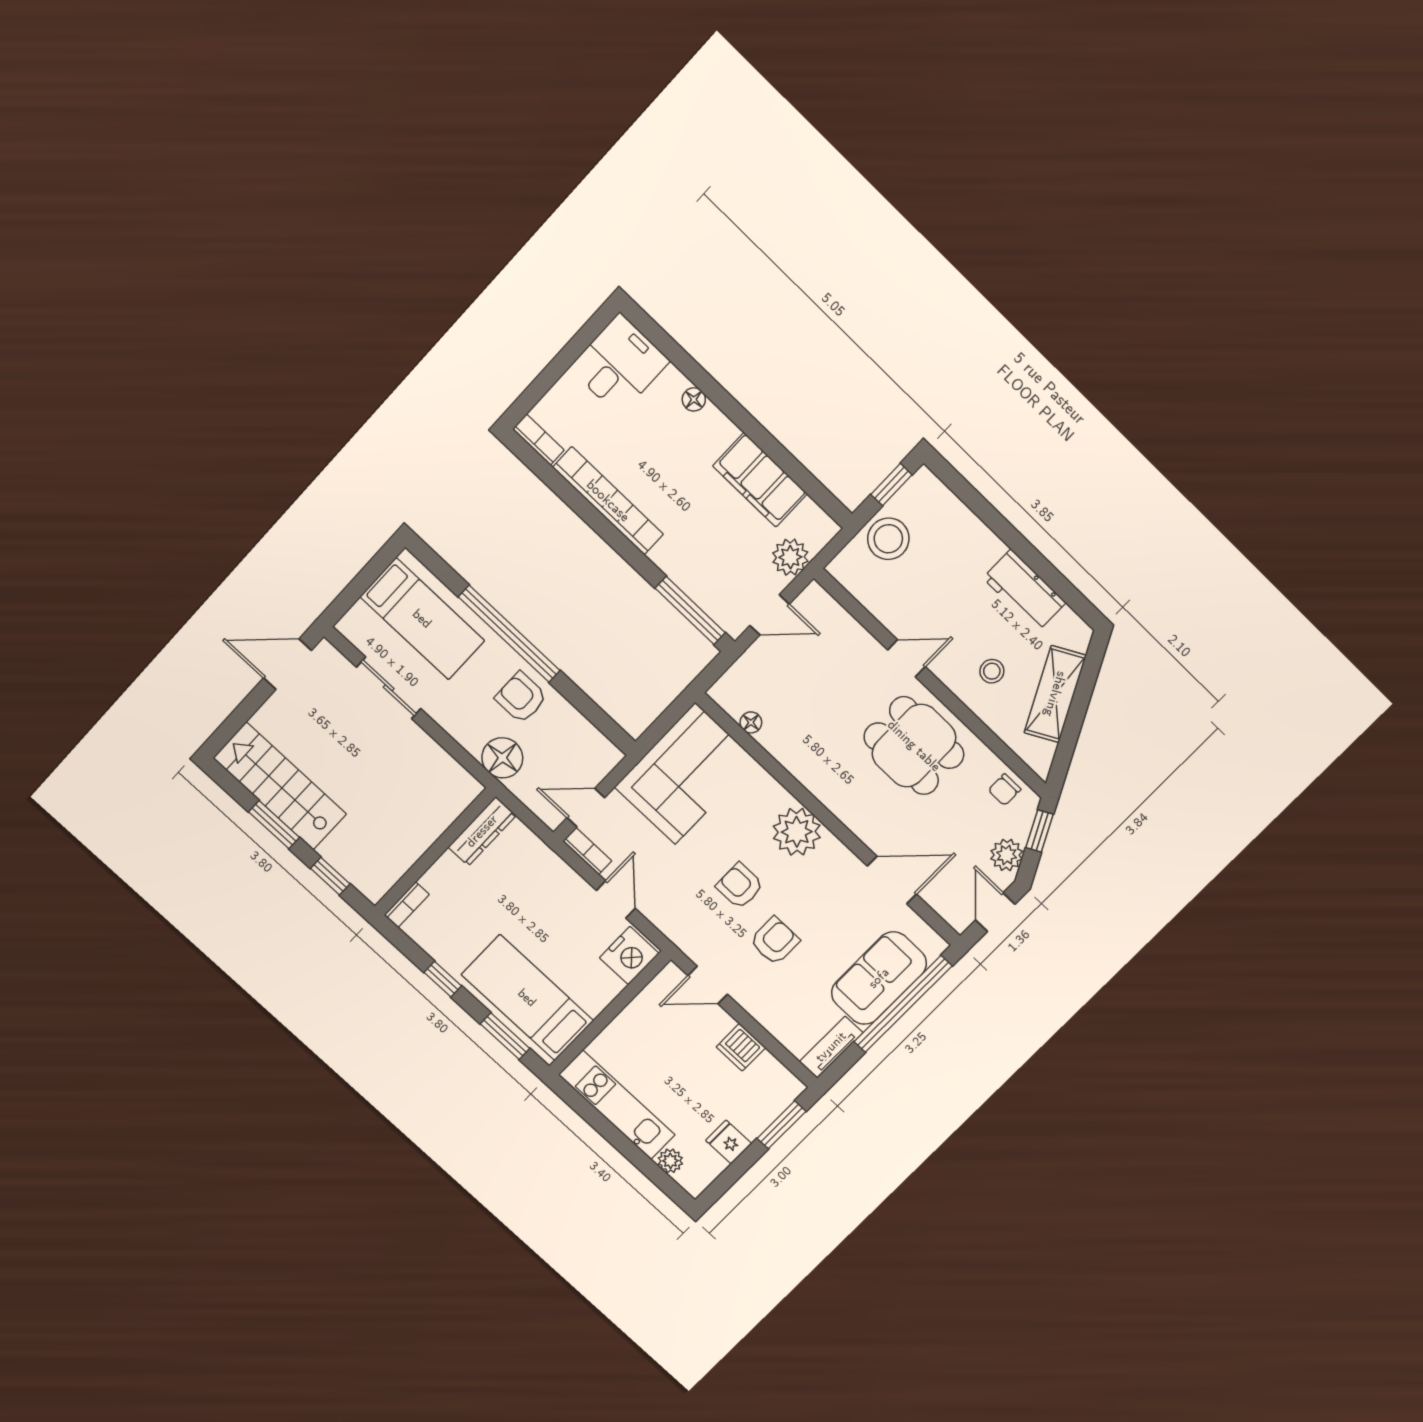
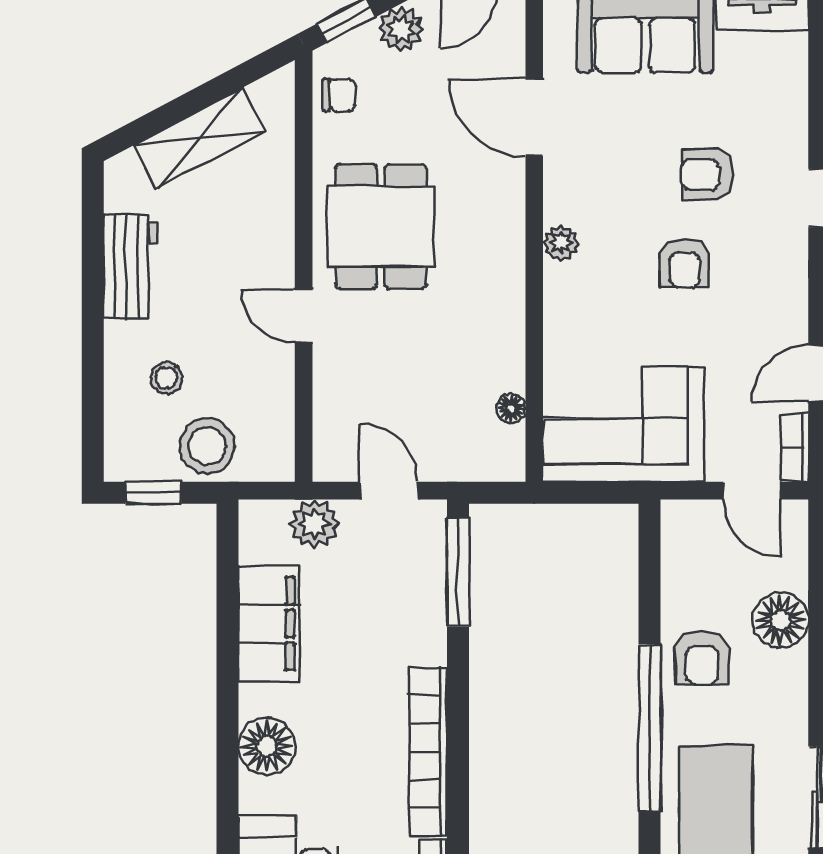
floor lamp: (694, 399) -> (267, 746), width x1.89, depth x1.89
stool: (992, 671) -> (166, 378), moved
plant: (797, 832) -> (561, 243), width x0.53, depth x0.53

